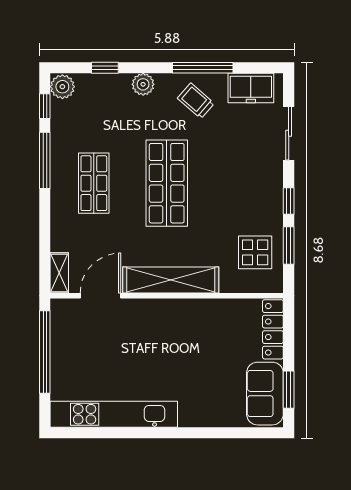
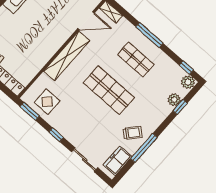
plant: (143, 84) -> (174, 100), moved
window: (45, 160) -> (149, 35), moved
window: (289, 245) -> (30, 111), moved
door: (100, 296) -> (86, 21), hinge flipped

